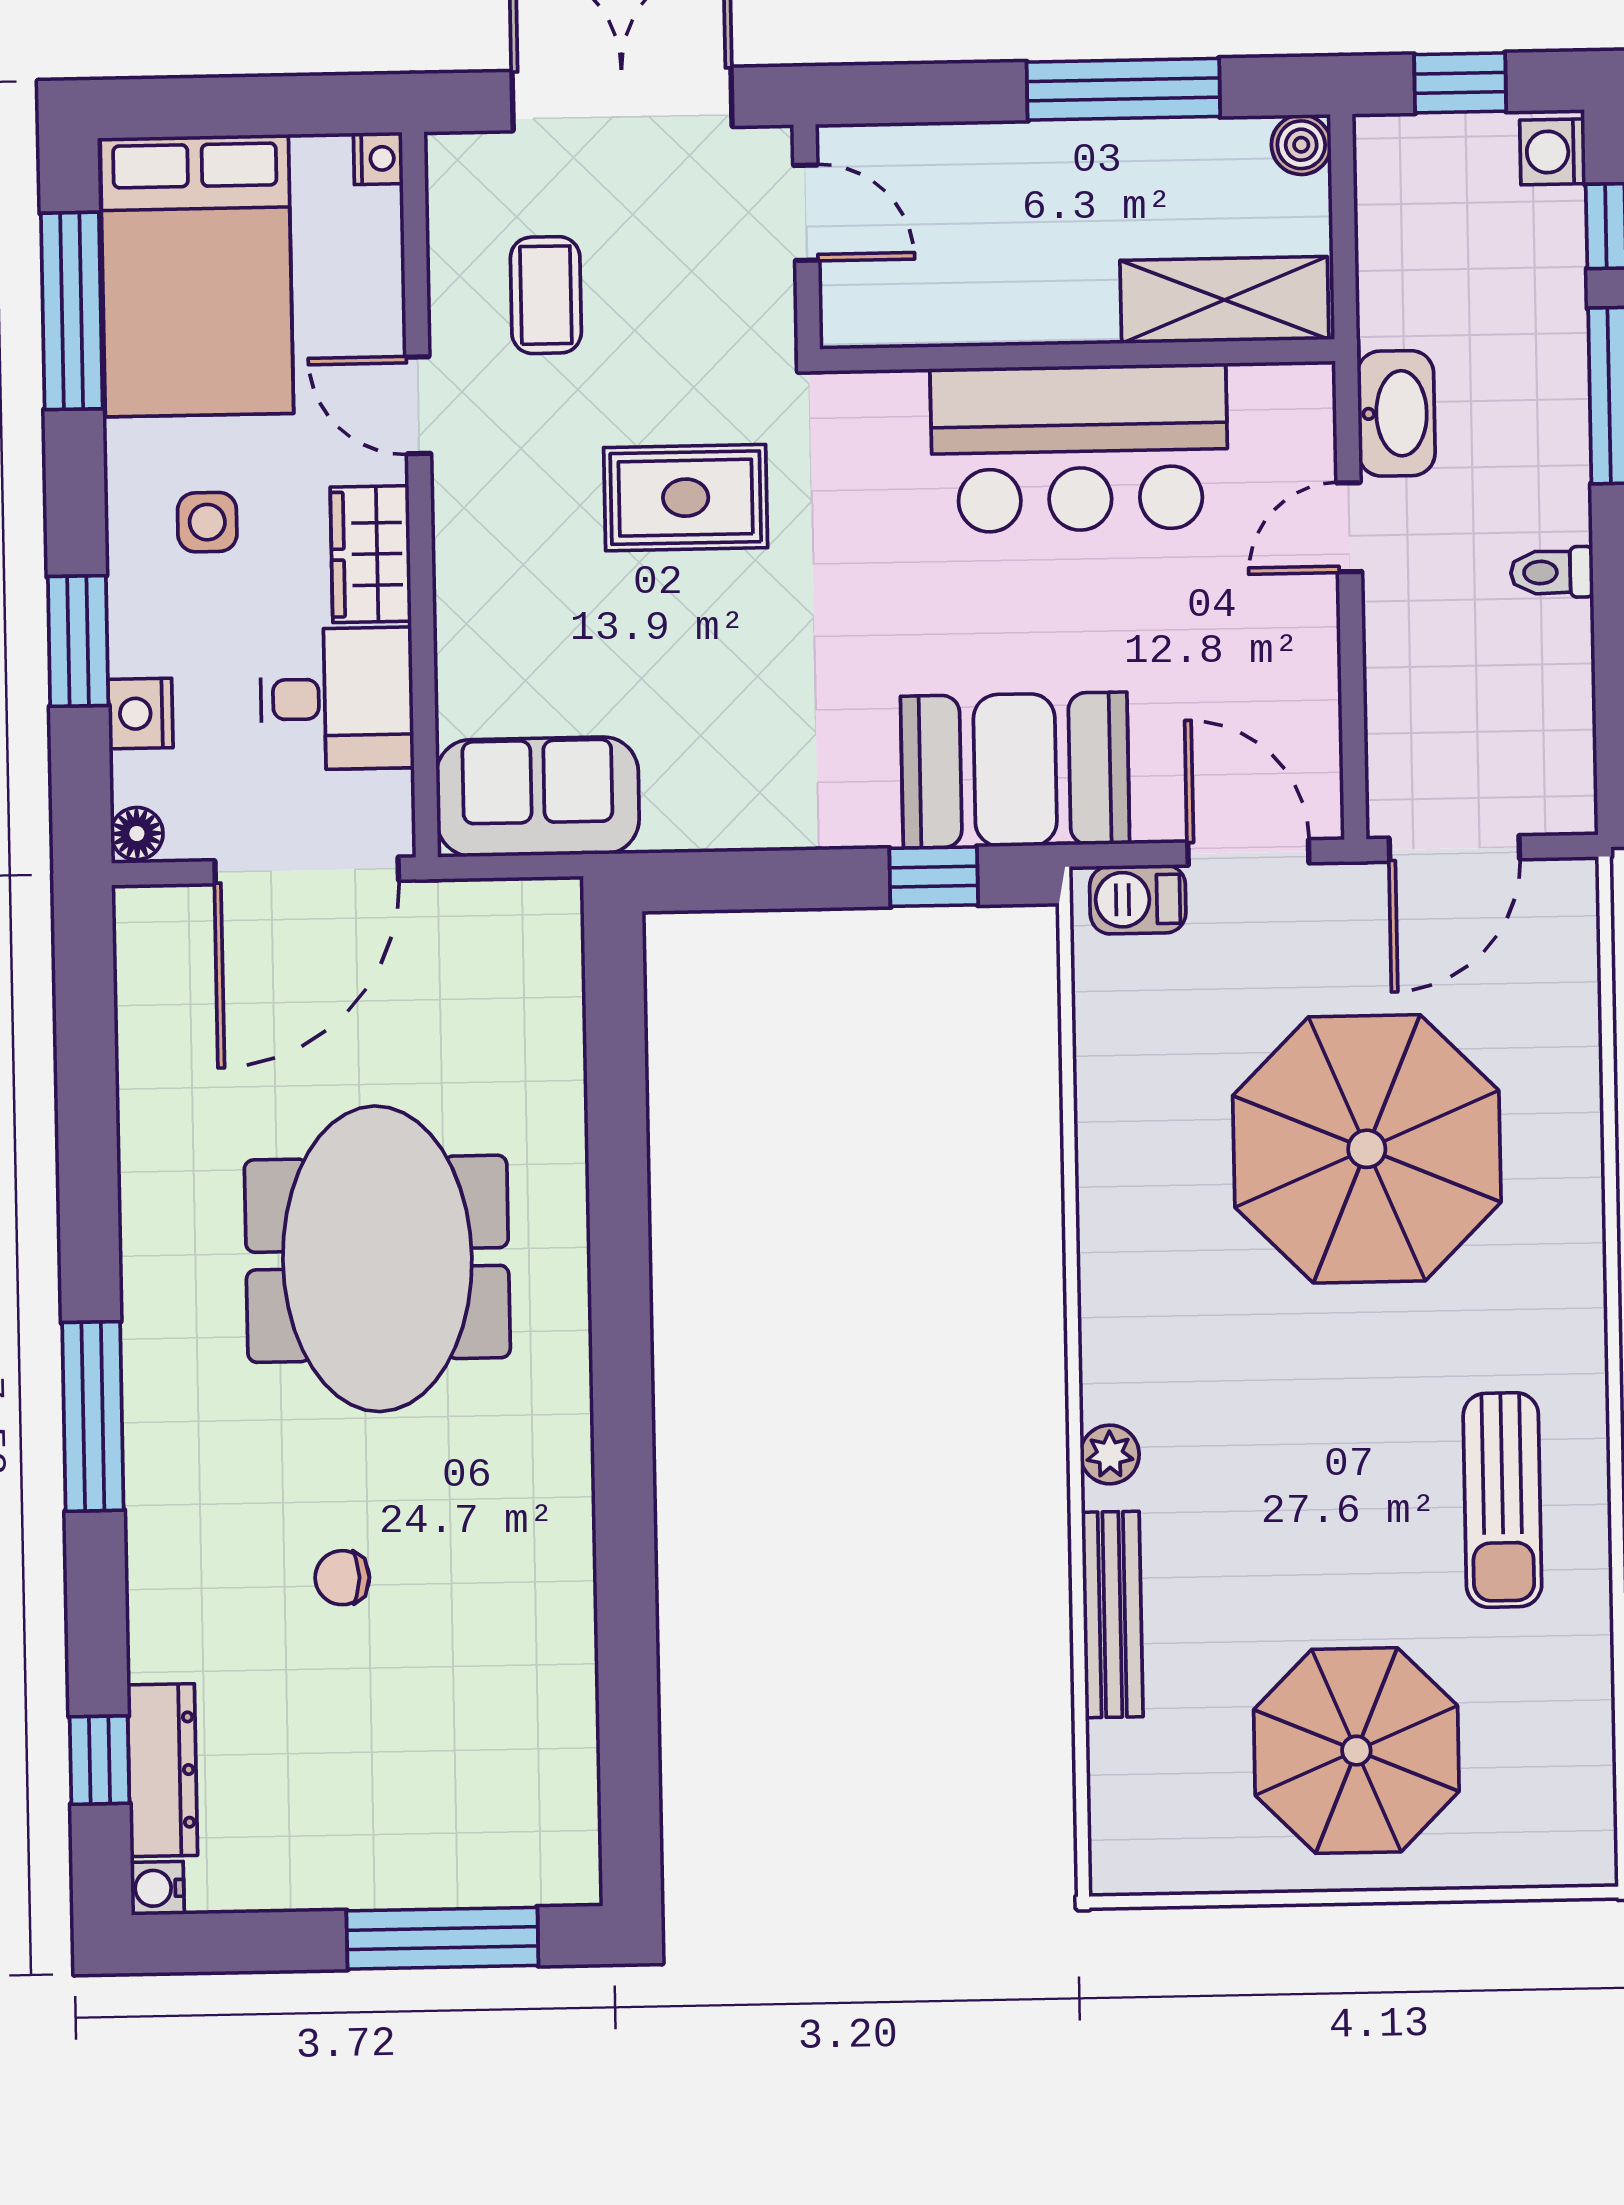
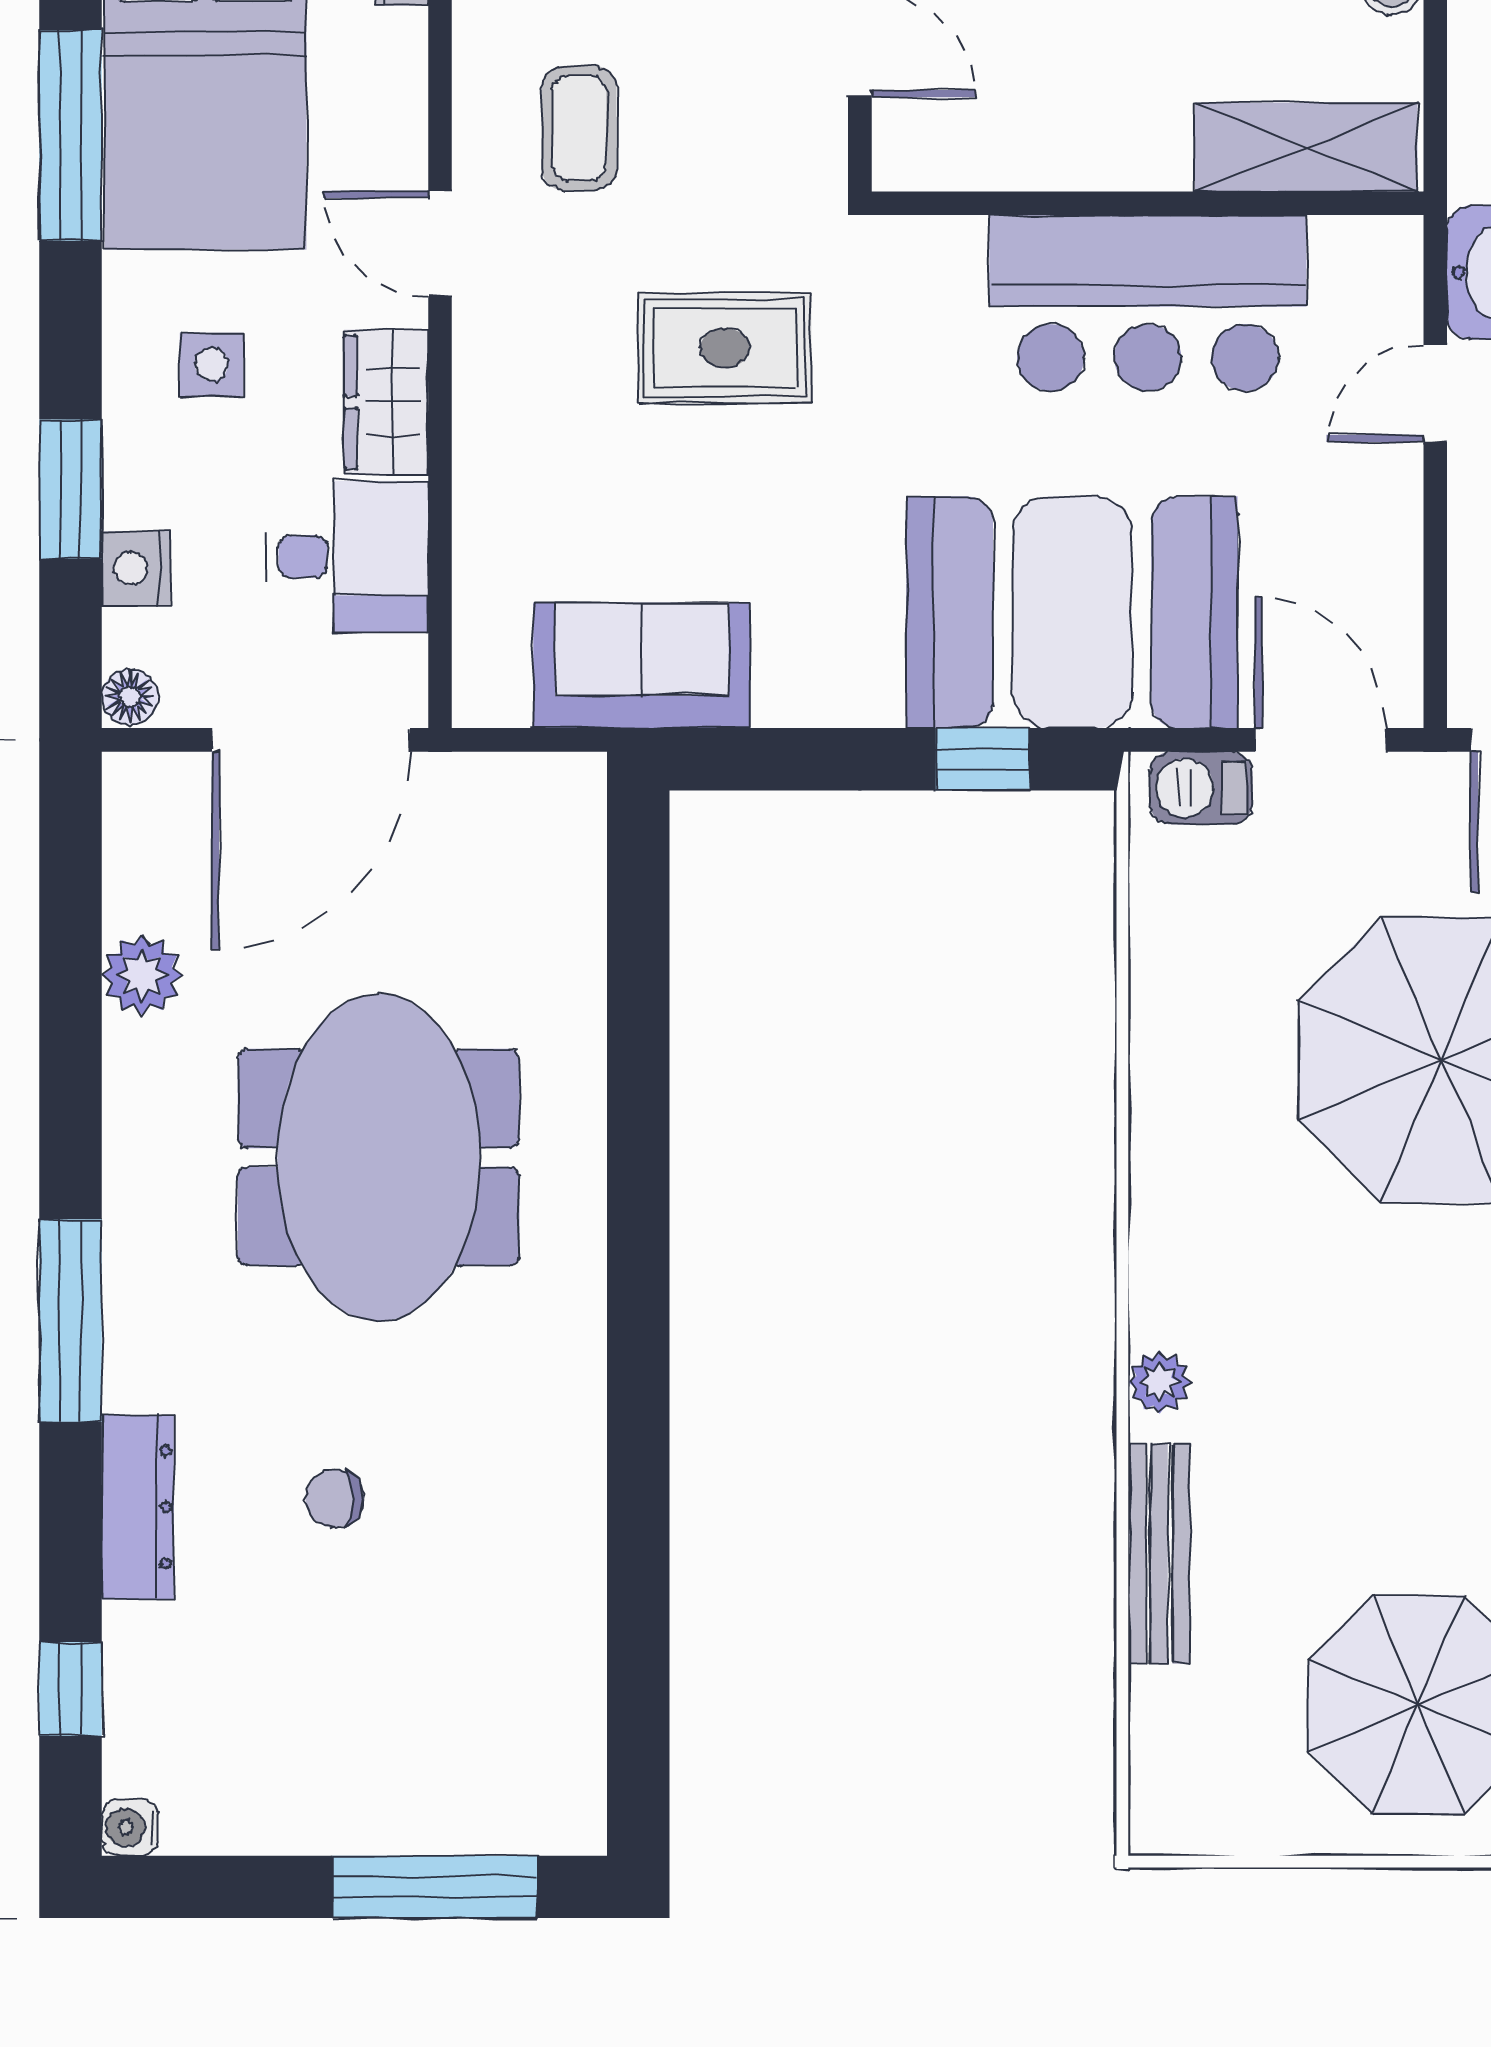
booth: (1015, 770) -> (1072, 612), width x1.36, depth x1.42
sofa: (538, 797) -> (642, 666), moved
plant: (153, 1093) -> (142, 975), added
dresser: (162, 1770) -> (138, 1507), moved

